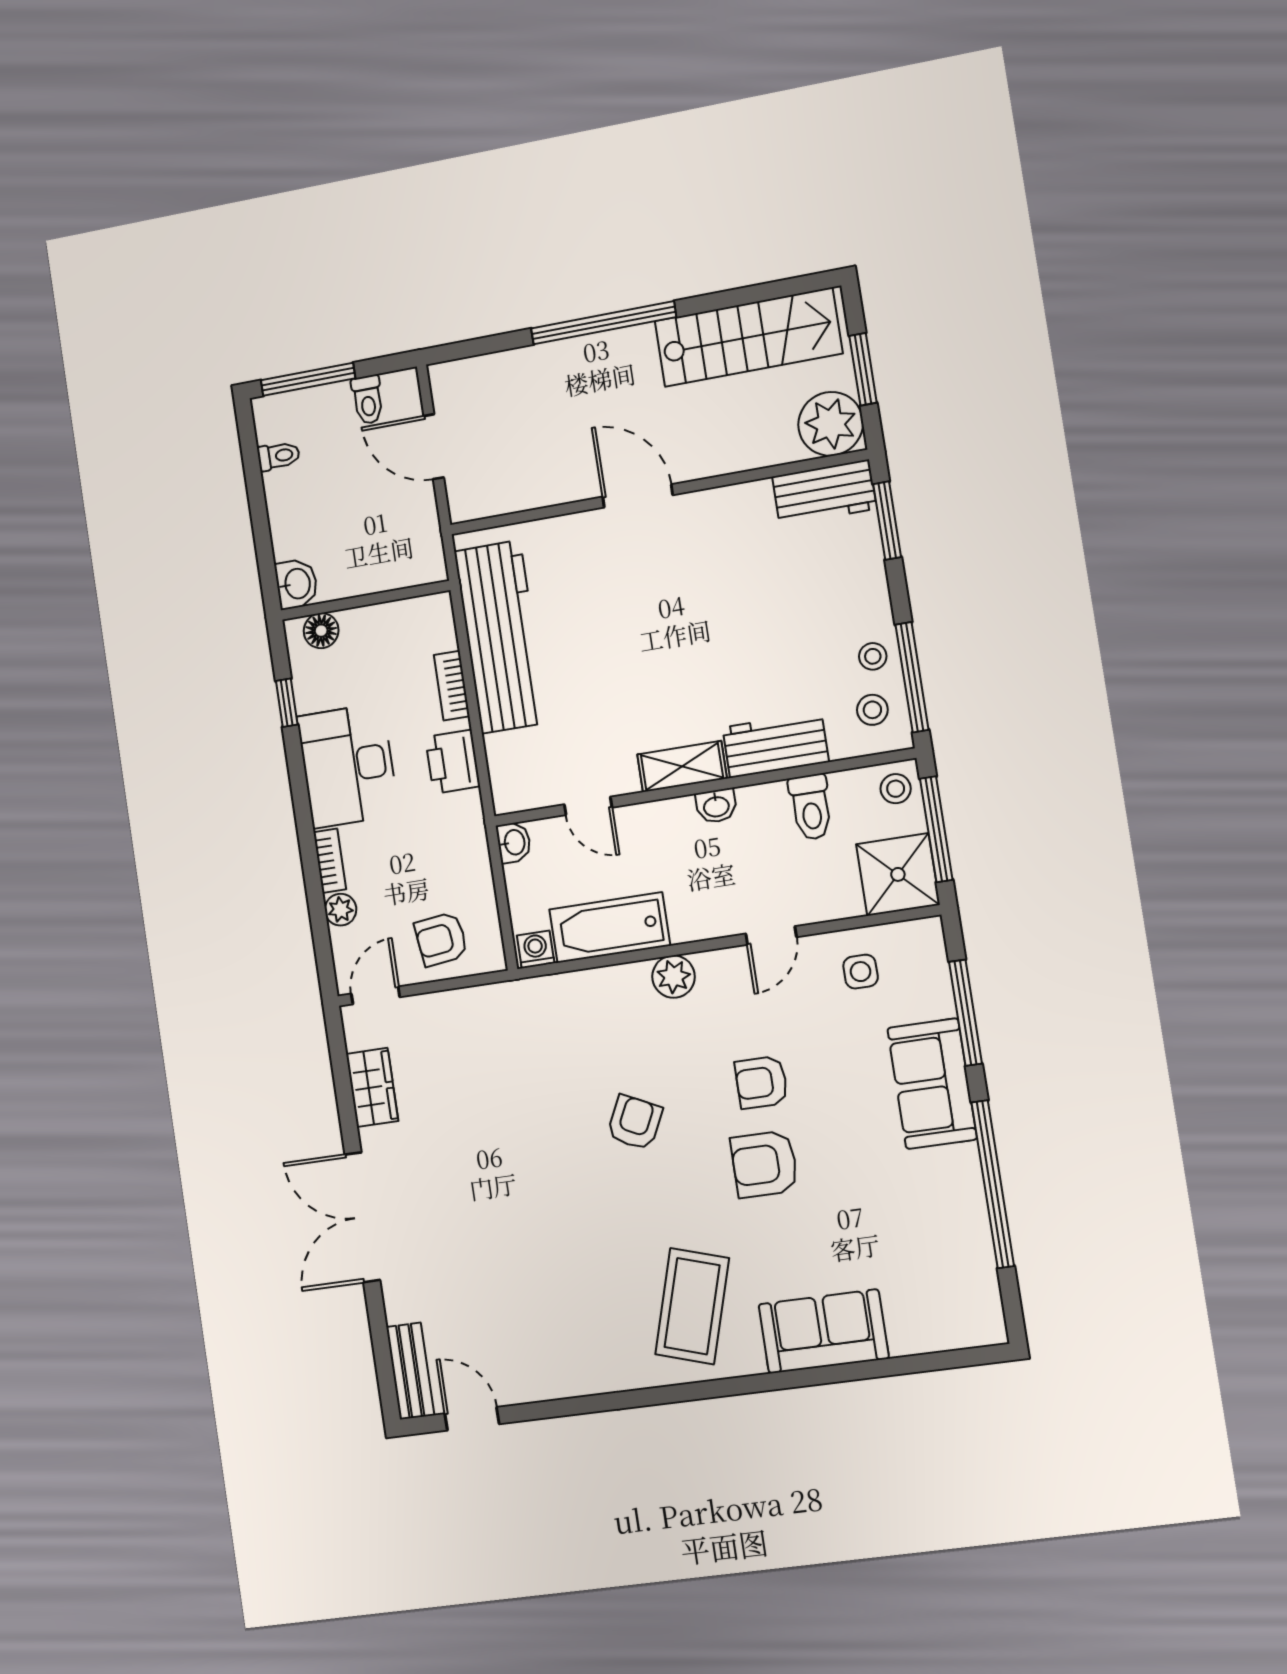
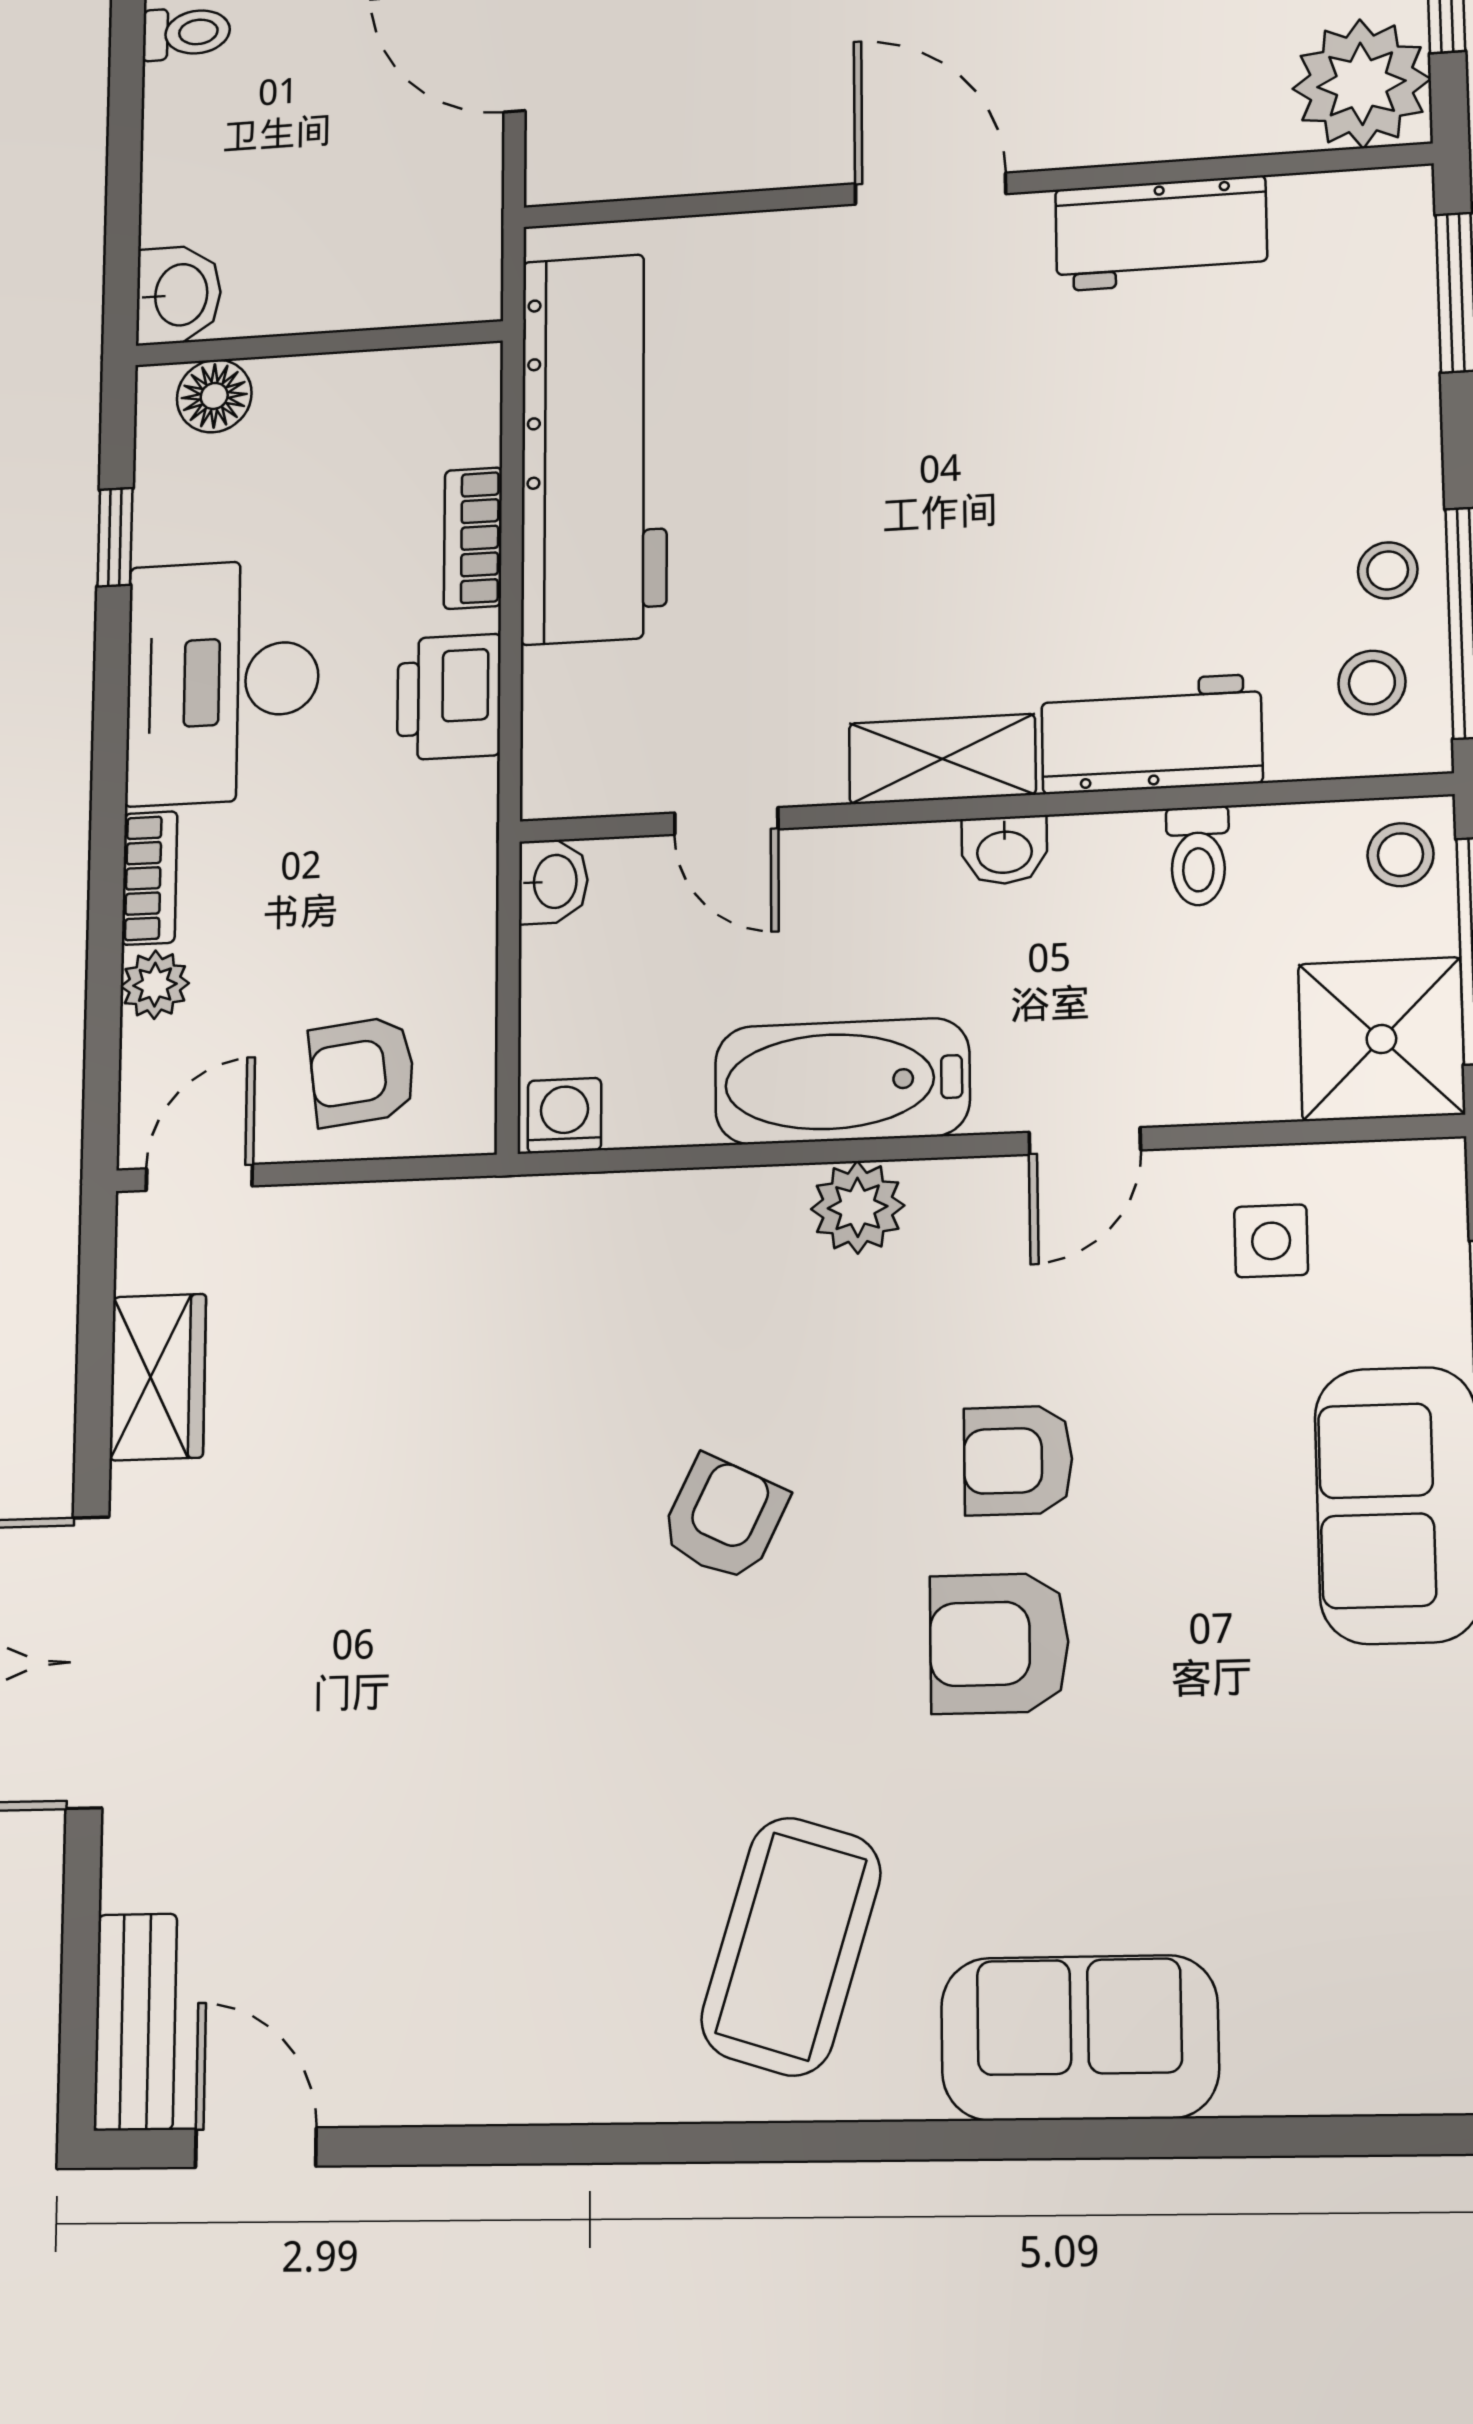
workbench: (824, 493) -> (1161, 233), moved
toilet: (811, 807) -> (1198, 856), width x0.73, depth x0.72
bathtub: (610, 928) -> (842, 1081), moved

